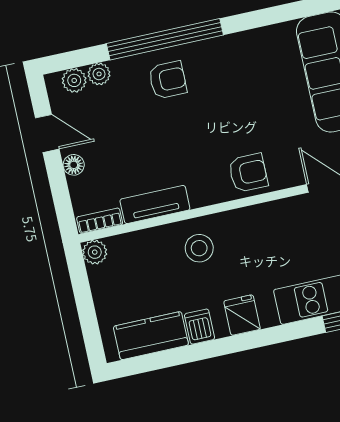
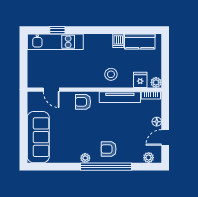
plant: (99, 74) -> (85, 158), moved
door: (47, 133) -> (165, 137), hinge flipped
tv unit: (155, 204) -> (120, 97), width x1.41
fridge: (242, 315) -> (140, 80), moved, turned 180

